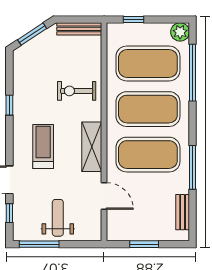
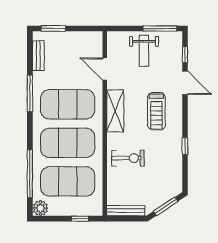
window: (144, 244) -> (53, 28), moved

